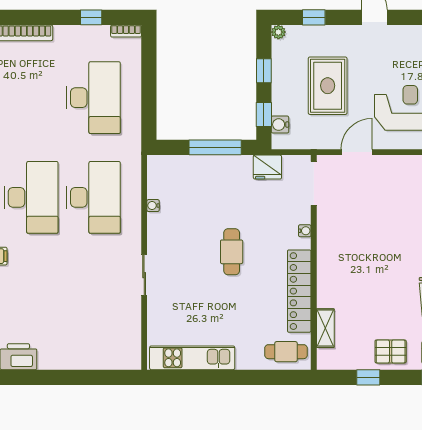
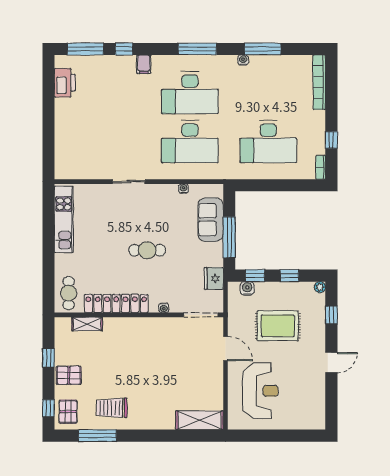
sofa: (193, 171) -> (211, 220), added
pallet: (391, 351) -> (69, 375), turned 90

